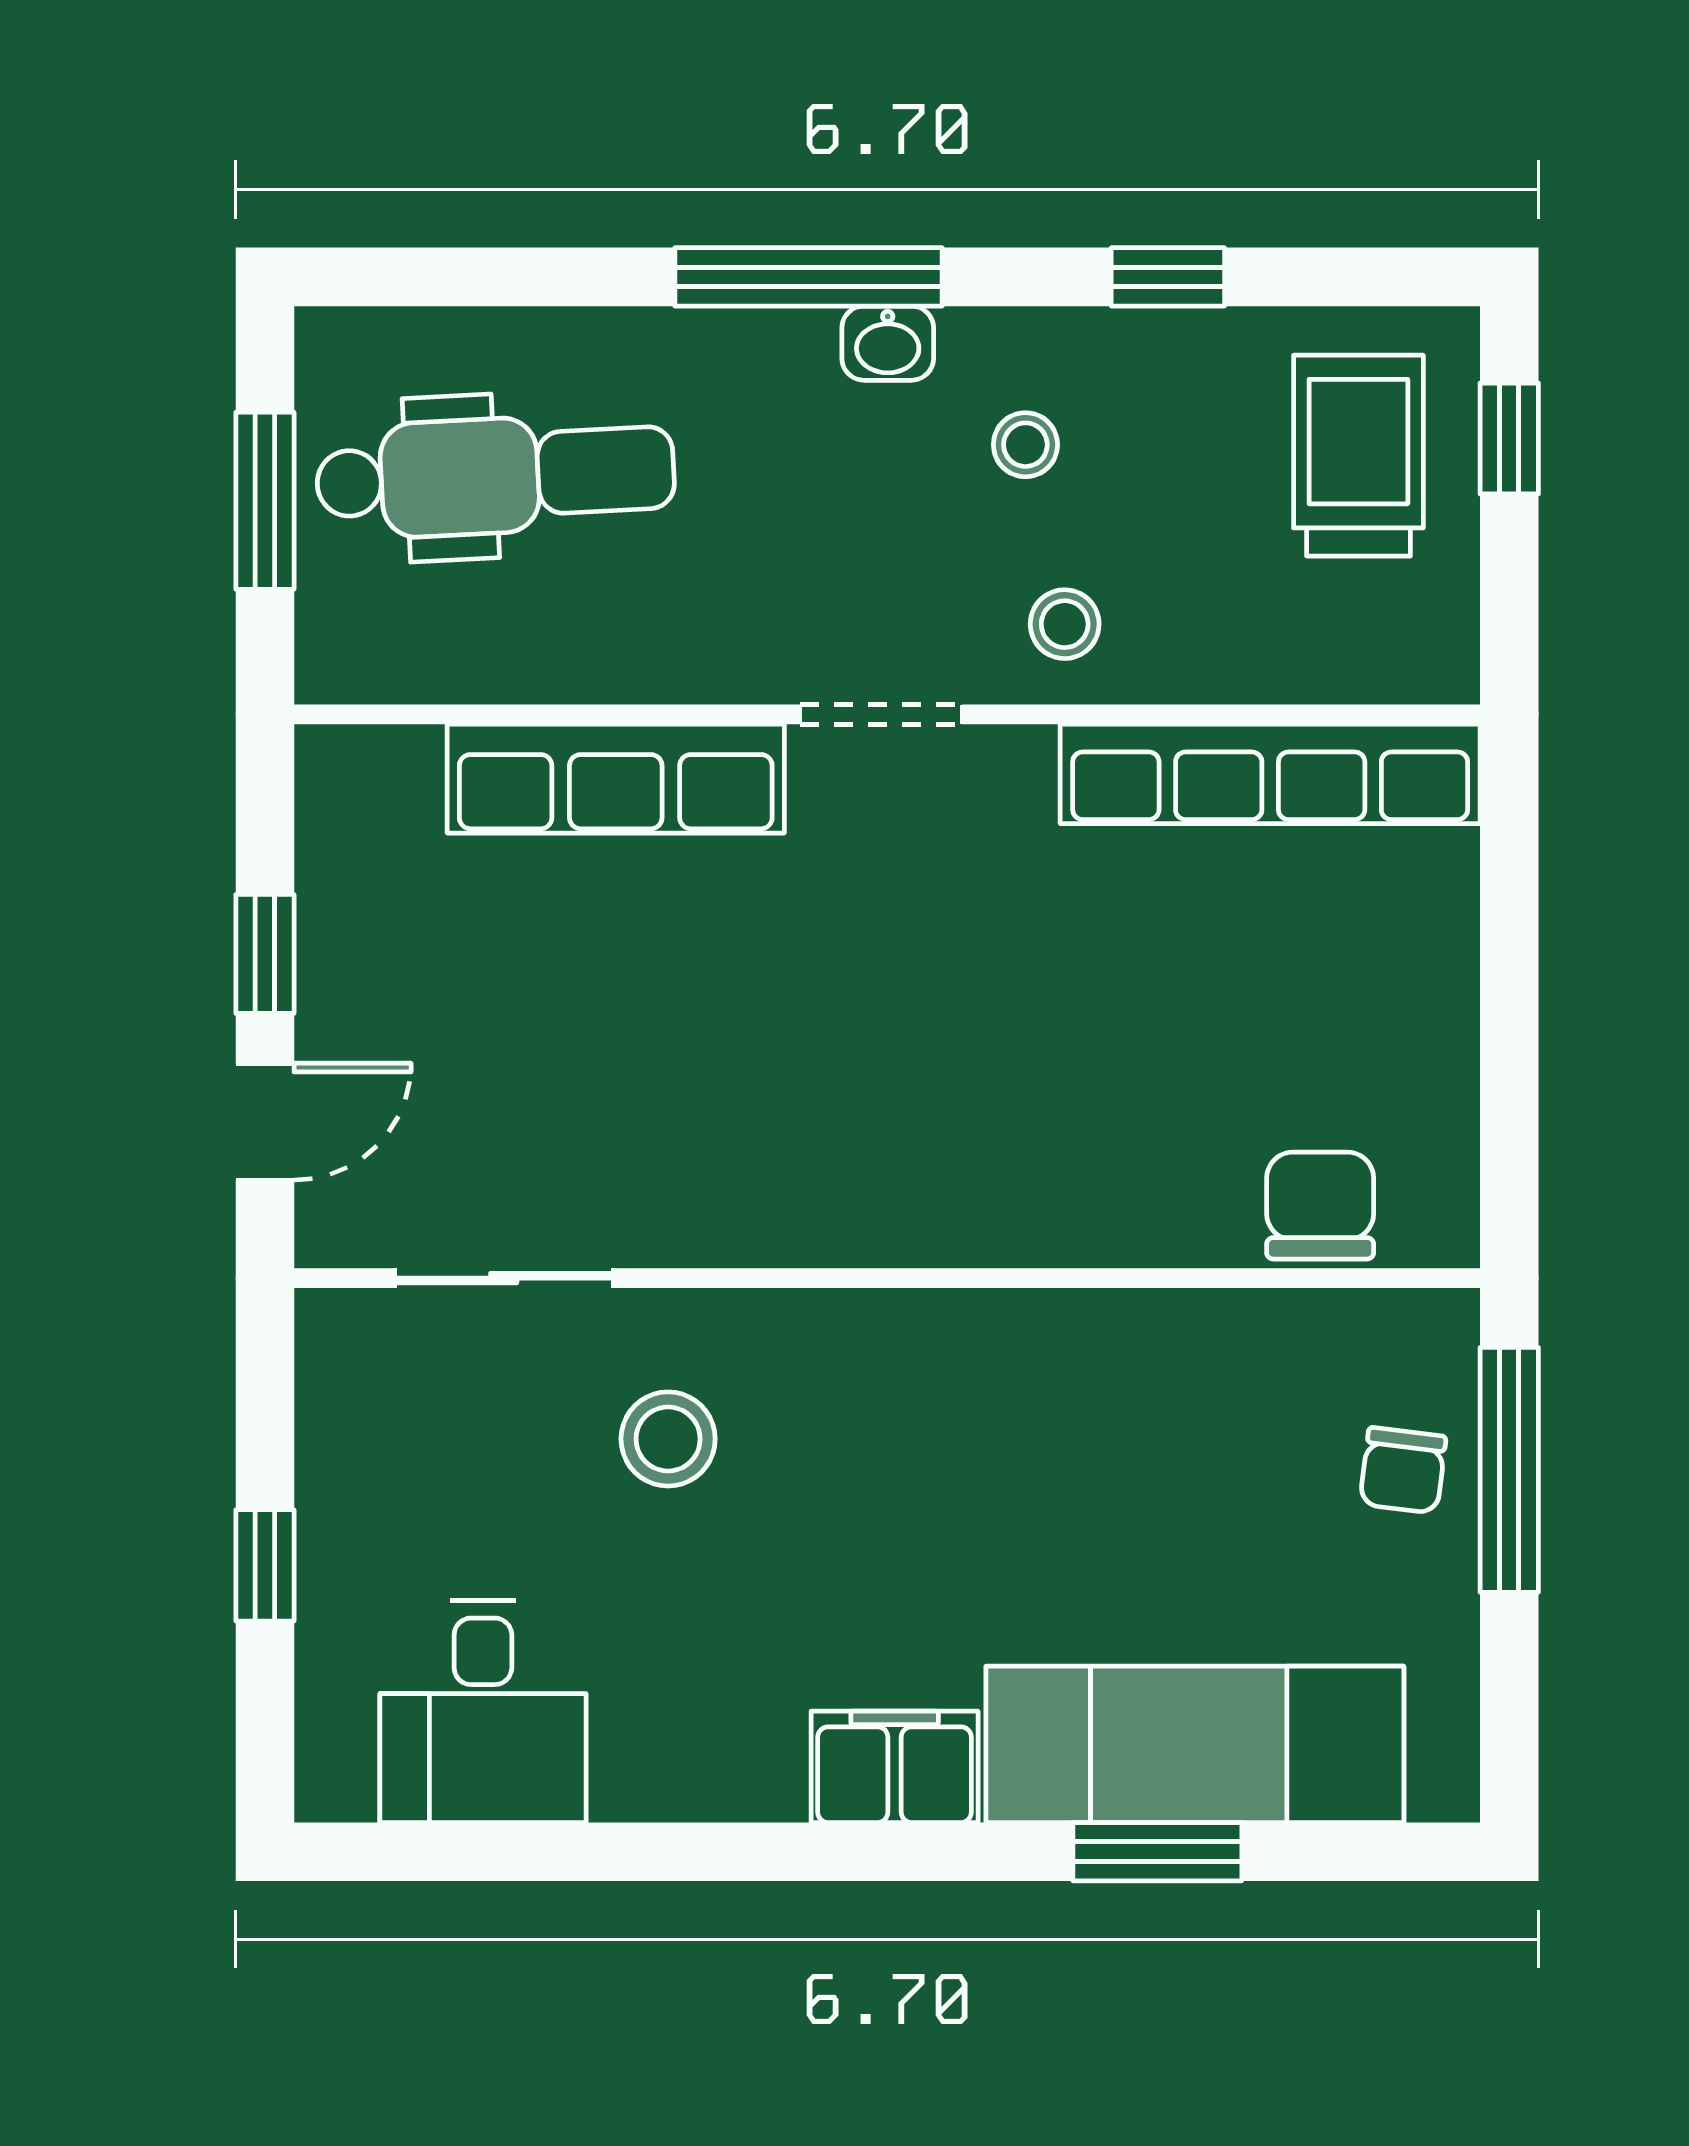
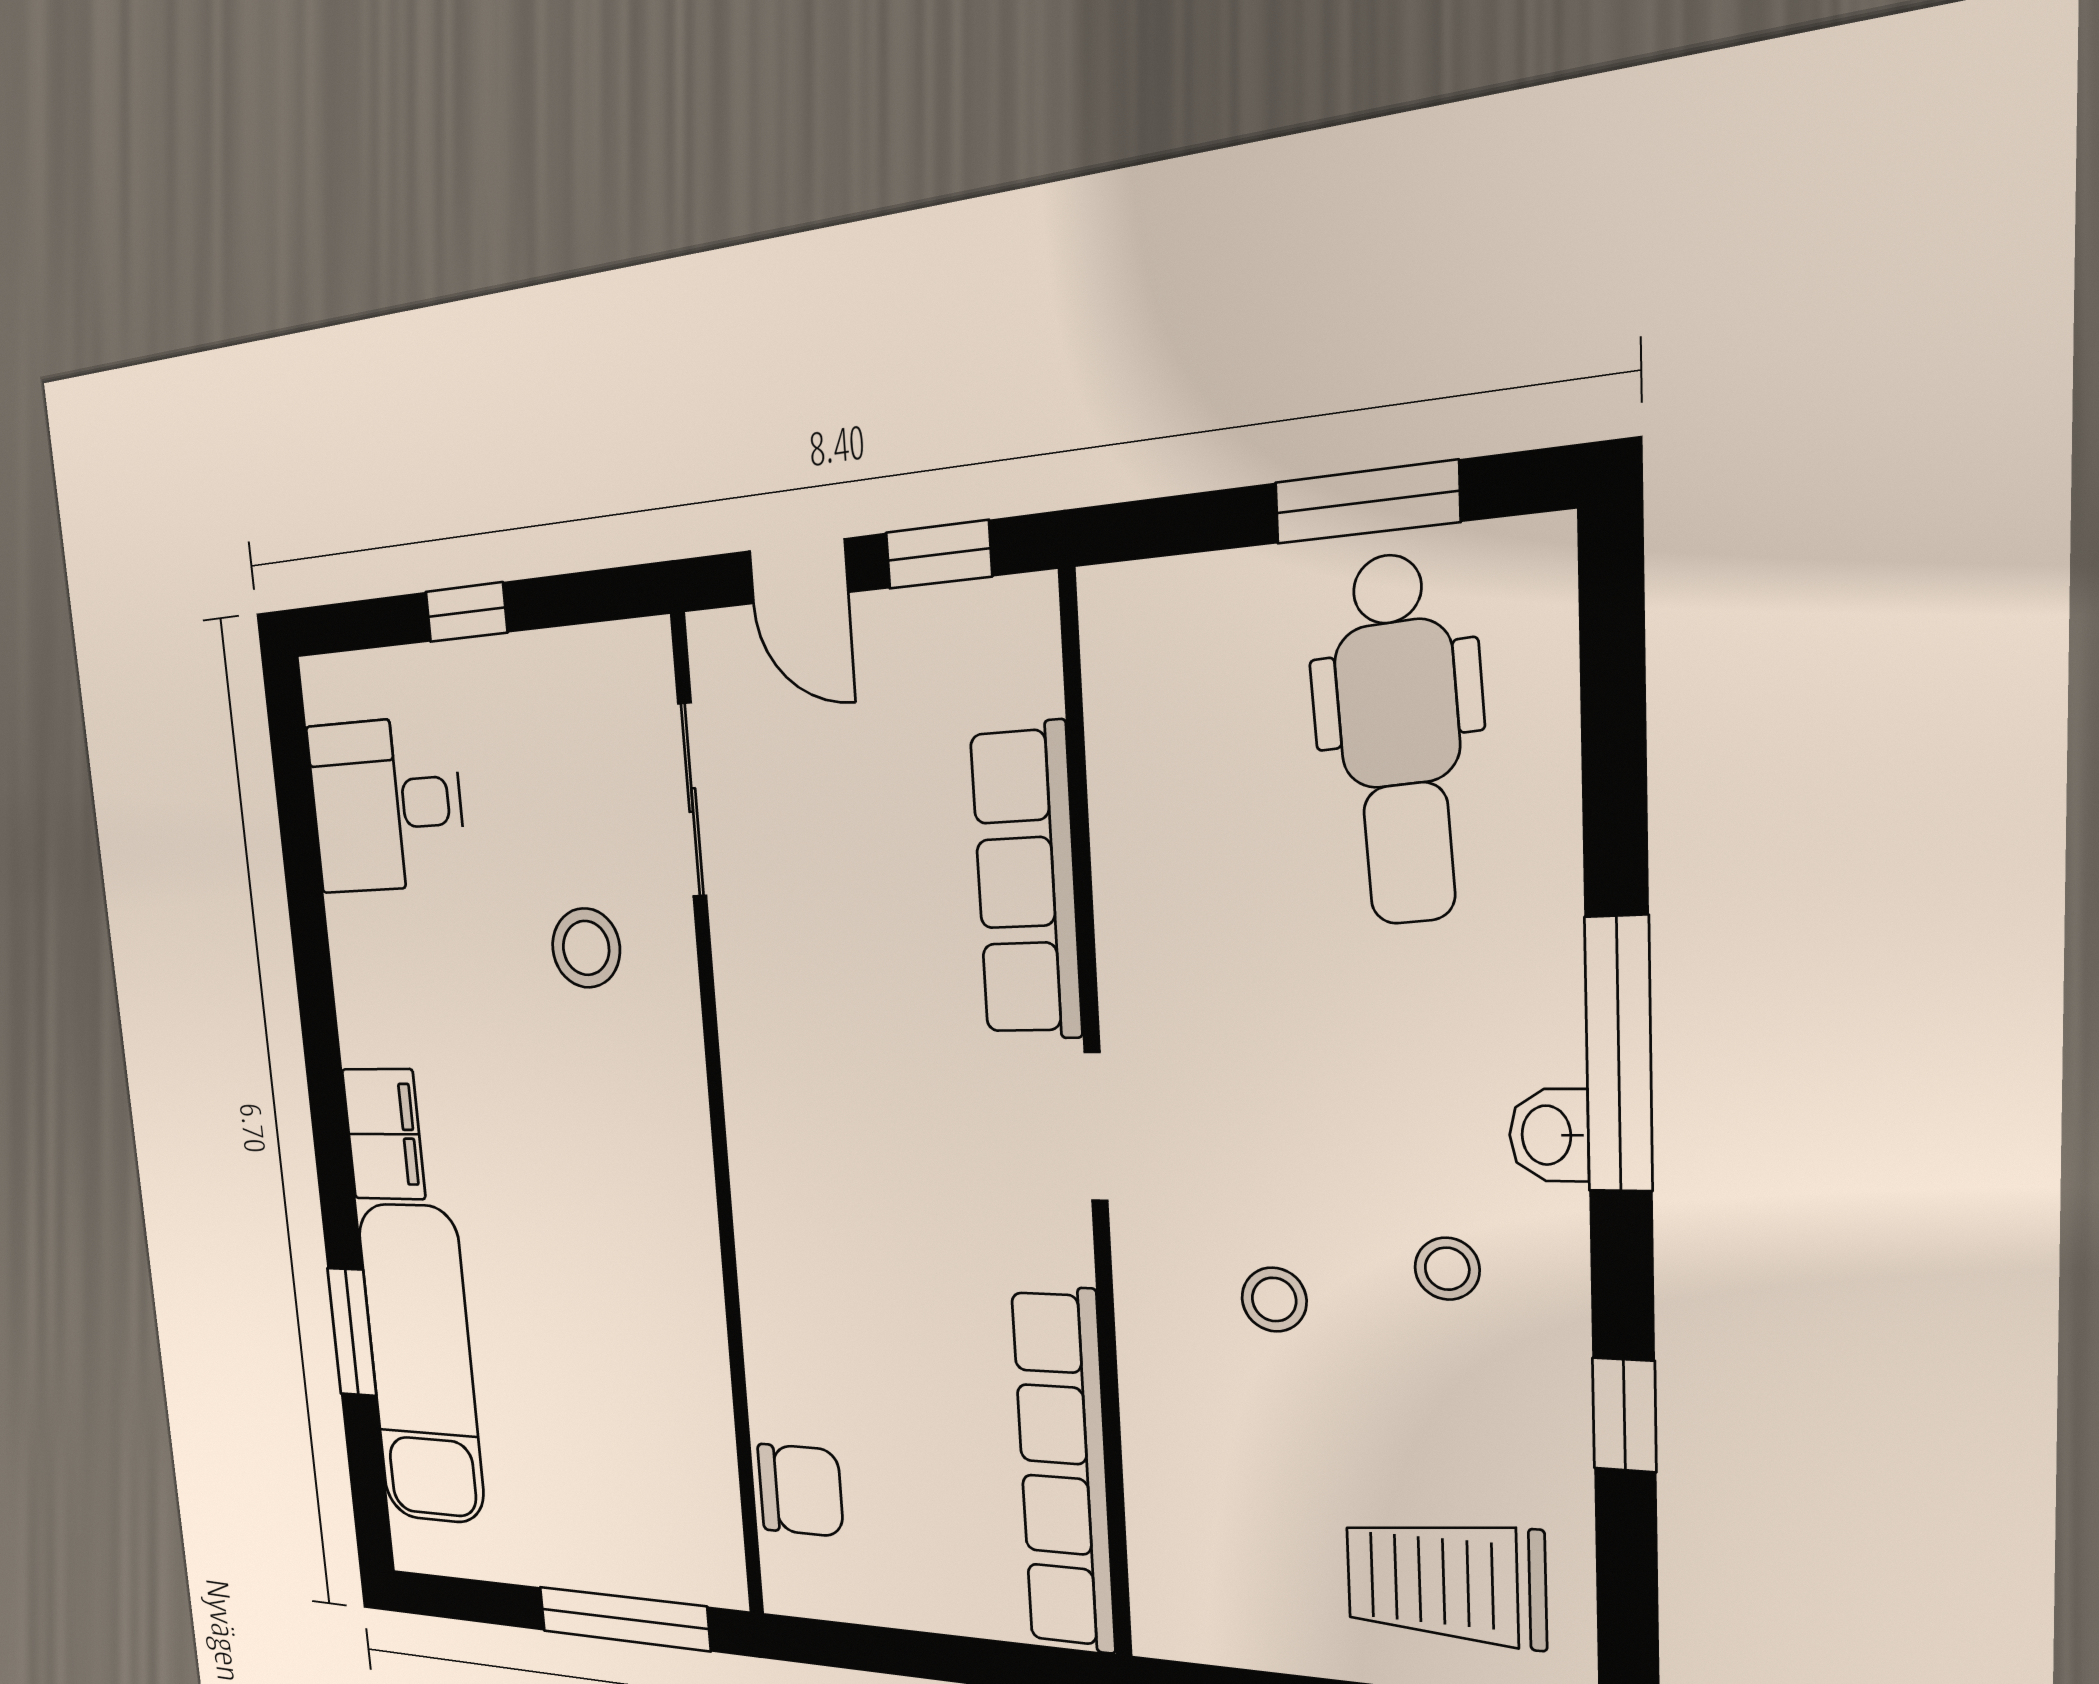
trolley: (1358, 456) -> (1445, 1582), turned 180
doorway: (881, 714) -> (1096, 1127), moved
wall: (887, 714) -> (1096, 1132), moved
row of seats: (1270, 774) -> (1064, 1470), moved
row of seats: (616, 779) -> (1026, 882), moved
chair: (1403, 1470) -> (616, 1537), removed

